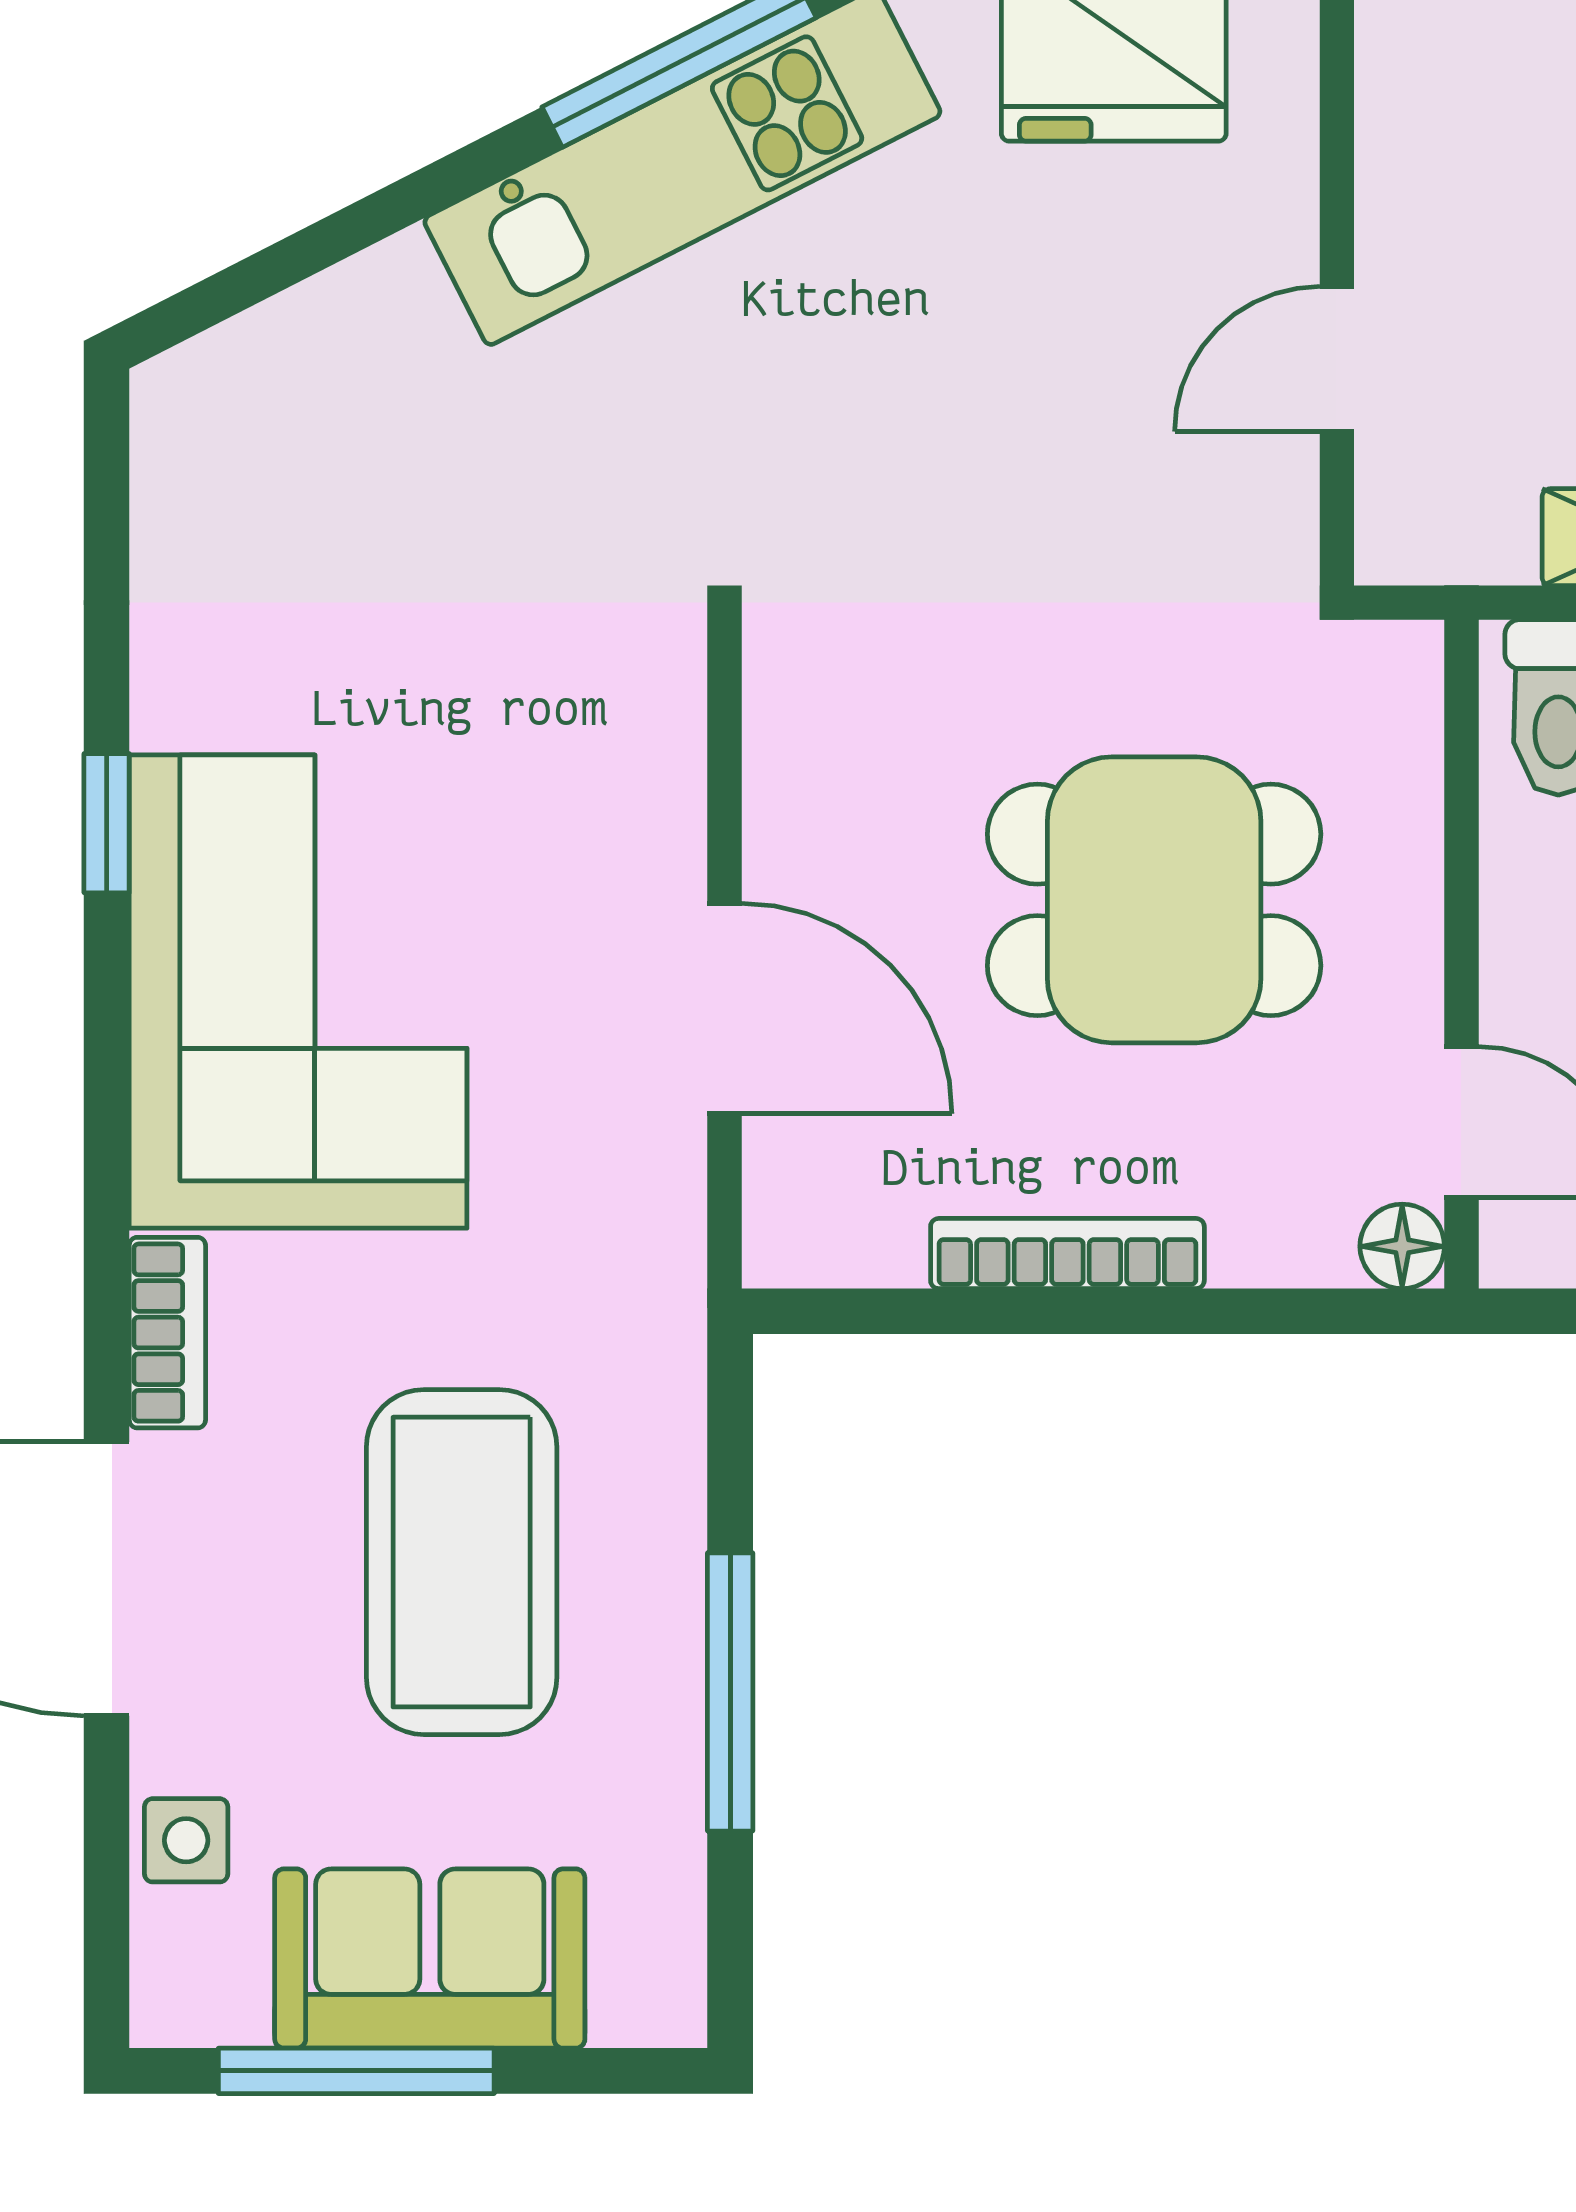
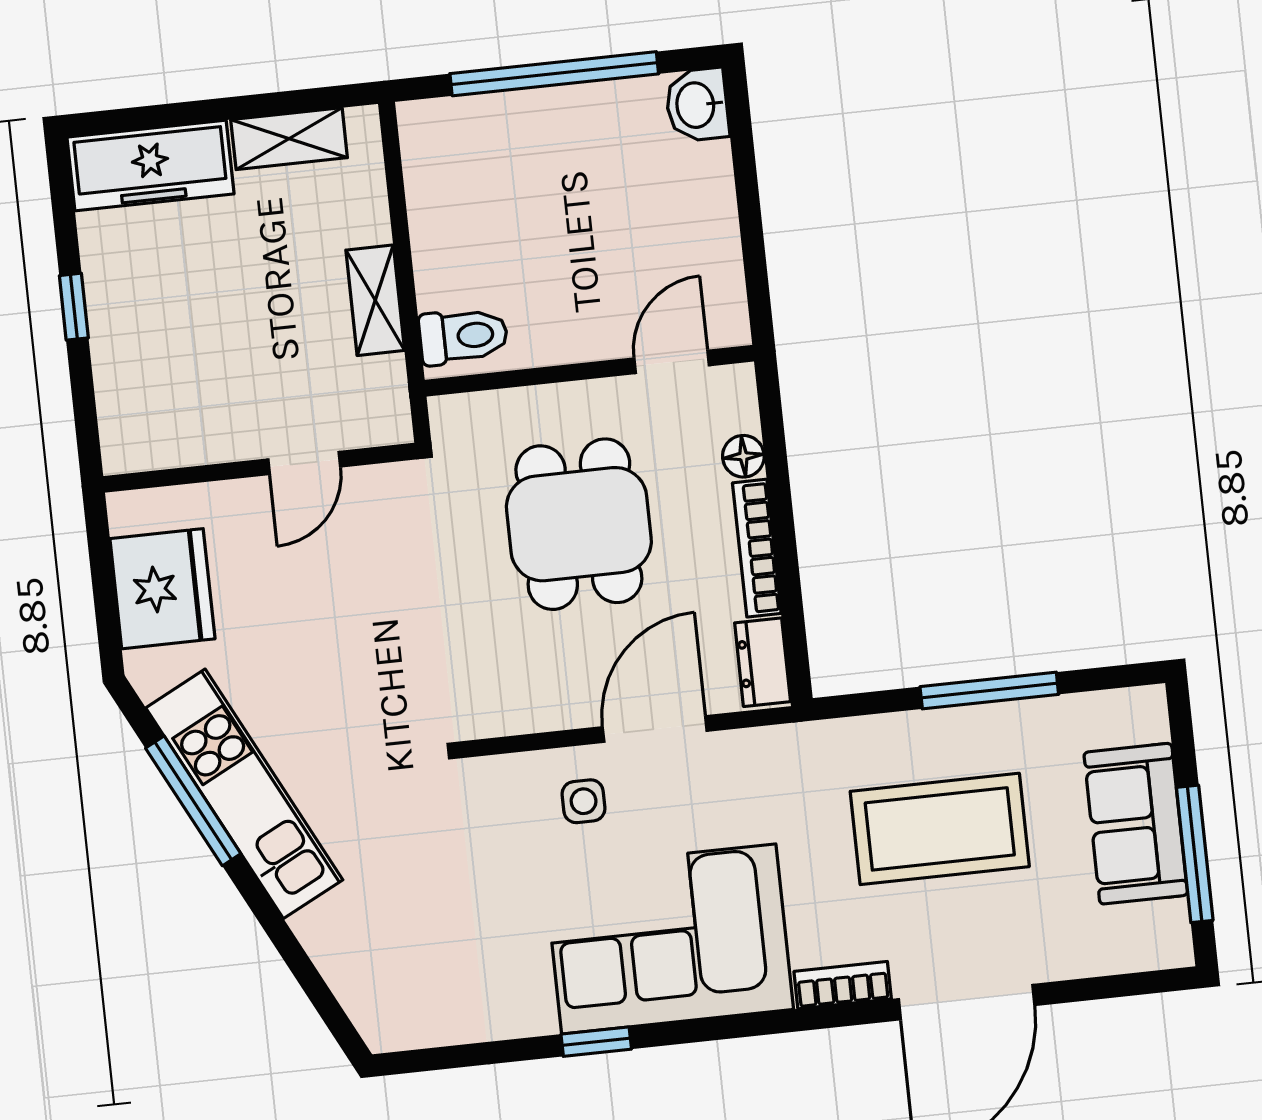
door: (1337, 359) -> (304, 463), hinge flipped
dresser: (836, 1241) -> (763, 662), added
floor lamp: (1402, 1246) -> (743, 456), moved
side table: (186, 1840) -> (584, 801), moved

